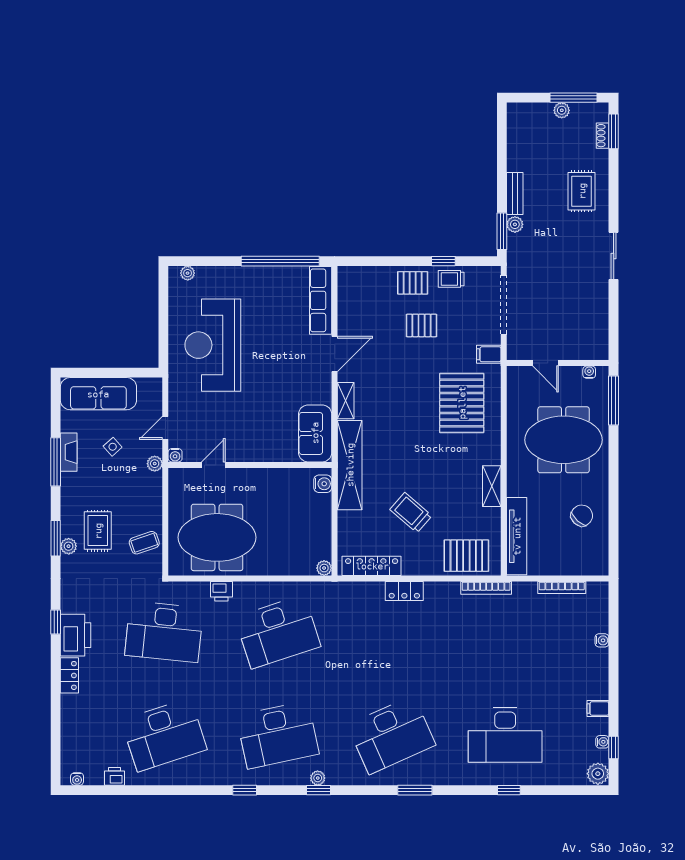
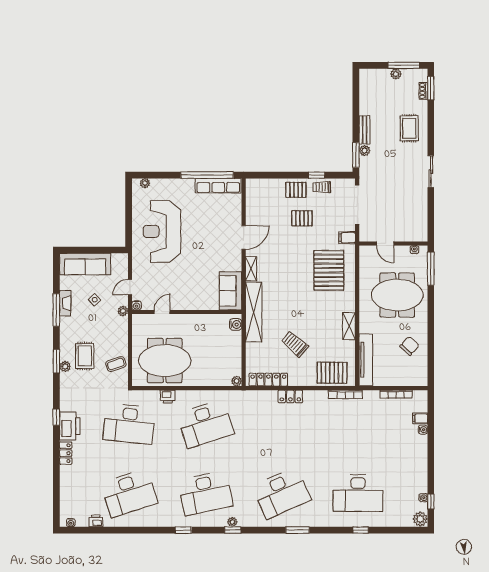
row of seats: (321, 300) -> (218, 186), moved, turned -90
filing cabinet: (598, 708) -> (420, 419), moved

